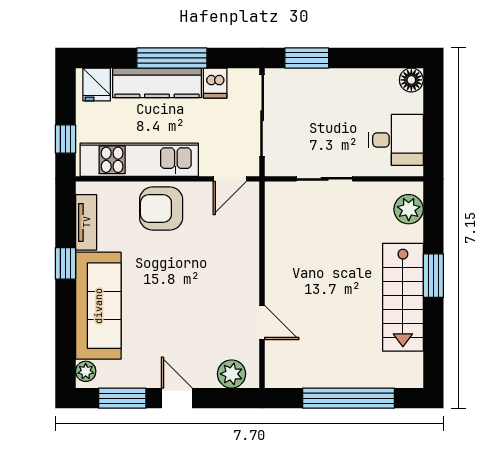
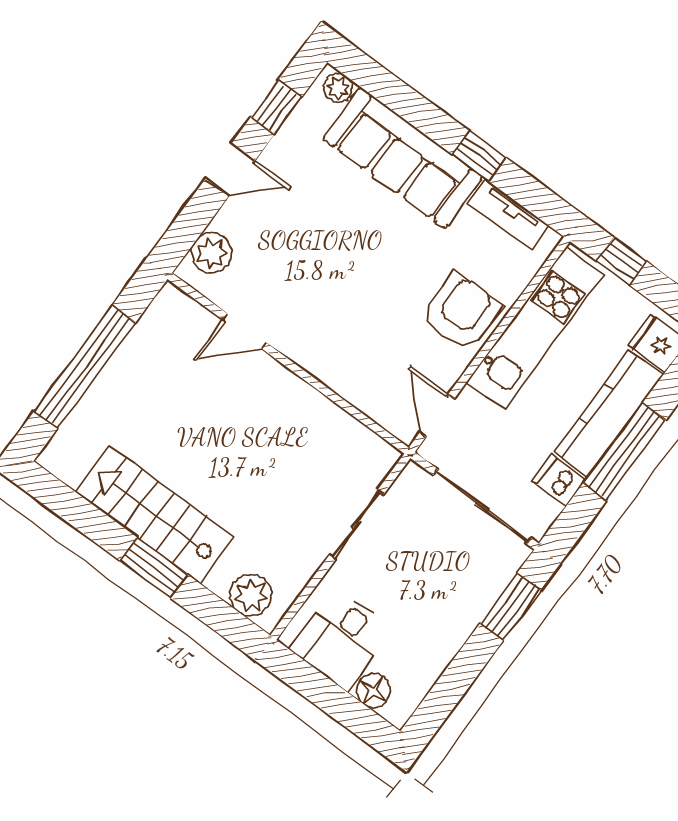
floor lamp: (411, 80) -> (373, 690), moved
window: (122, 398) -> (276, 107), width x0.67

